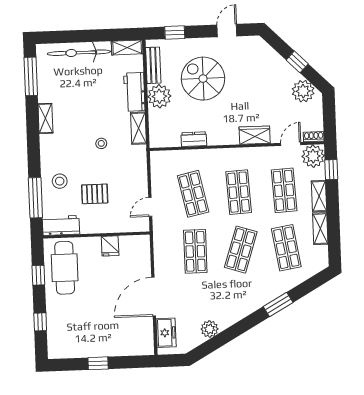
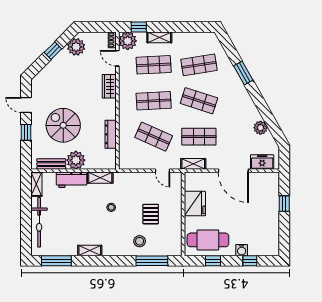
window: (175, 33) -> (26, 132), moved
spiral stairs: (203, 79) -> (63, 125), turned 90
dresser: (194, 139) -> (111, 134), width x1.44
shop shelf: (193, 194) -> (154, 137), turned 36
workbench: (61, 225) -> (174, 242), removed
shelving: (320, 229) -> (193, 164), moved
fridge: (110, 246) -> (195, 204), width x1.88, depth x1.34
water cooler: (53, 311) -> (242, 250), added
window: (98, 363) -> (284, 204), moved

